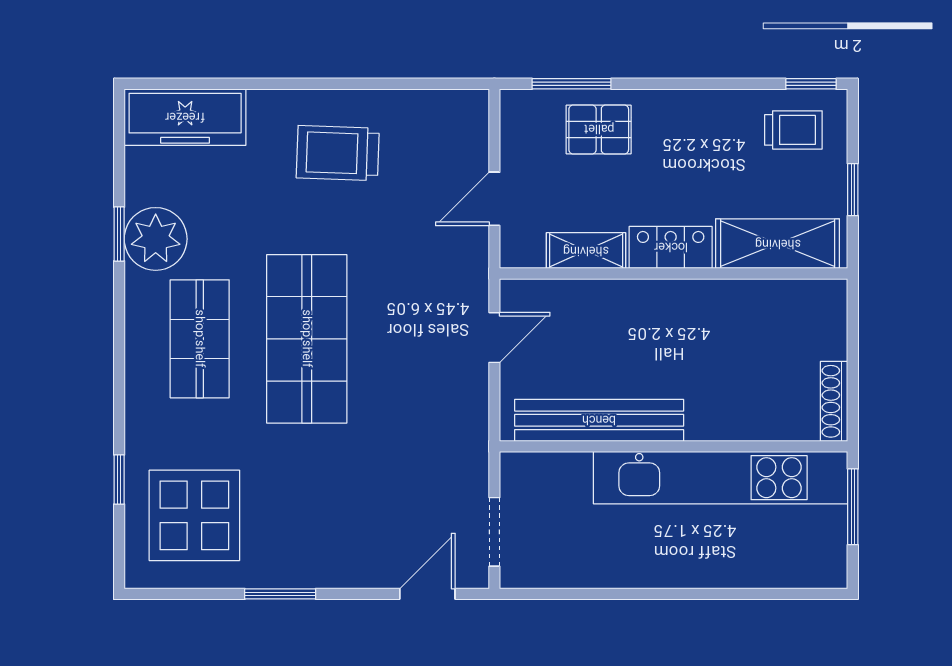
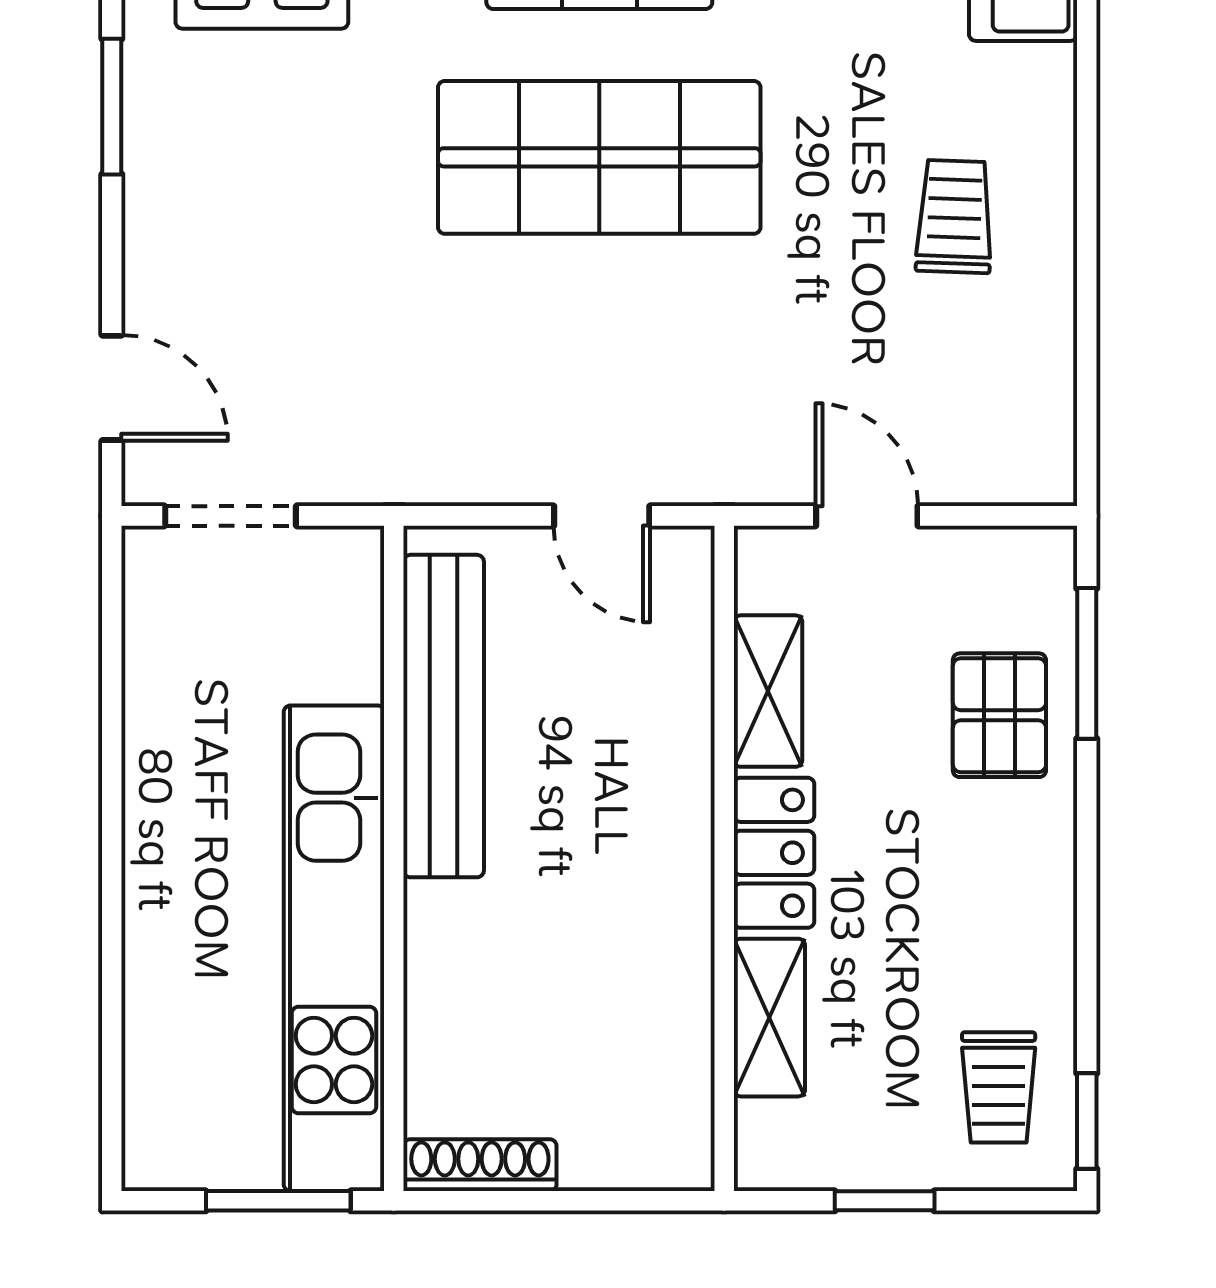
trolley: (338, 153) -> (954, 216), width x0.73, depth x0.72
shelving: (778, 244) -> (769, 1018), width x0.67, depth x0.75

